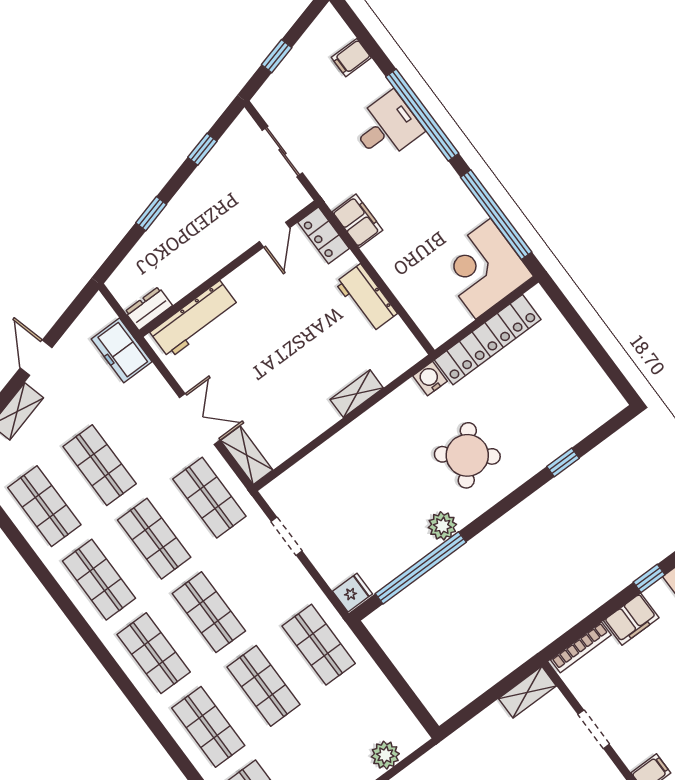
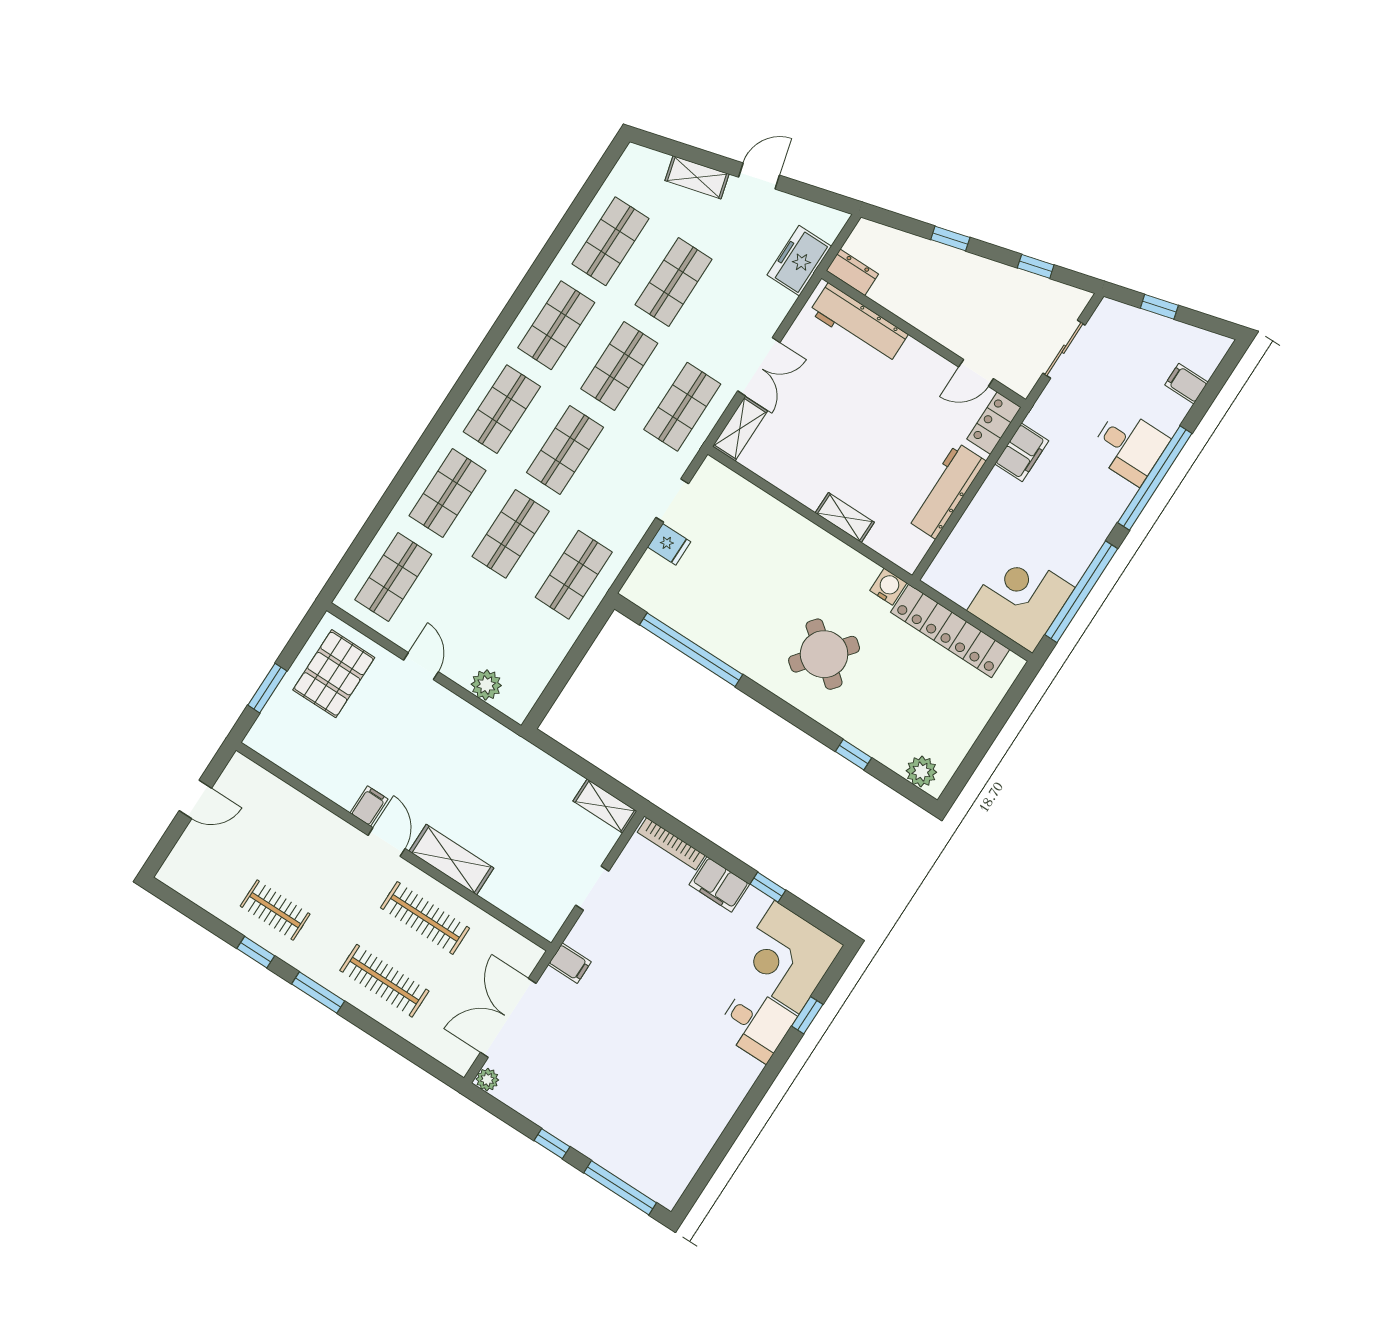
workbench: (366, 298) -> (946, 491), width x1.38
plant: (442, 526) -> (921, 771), moved
fridge: (353, 593) -> (669, 544), moved

